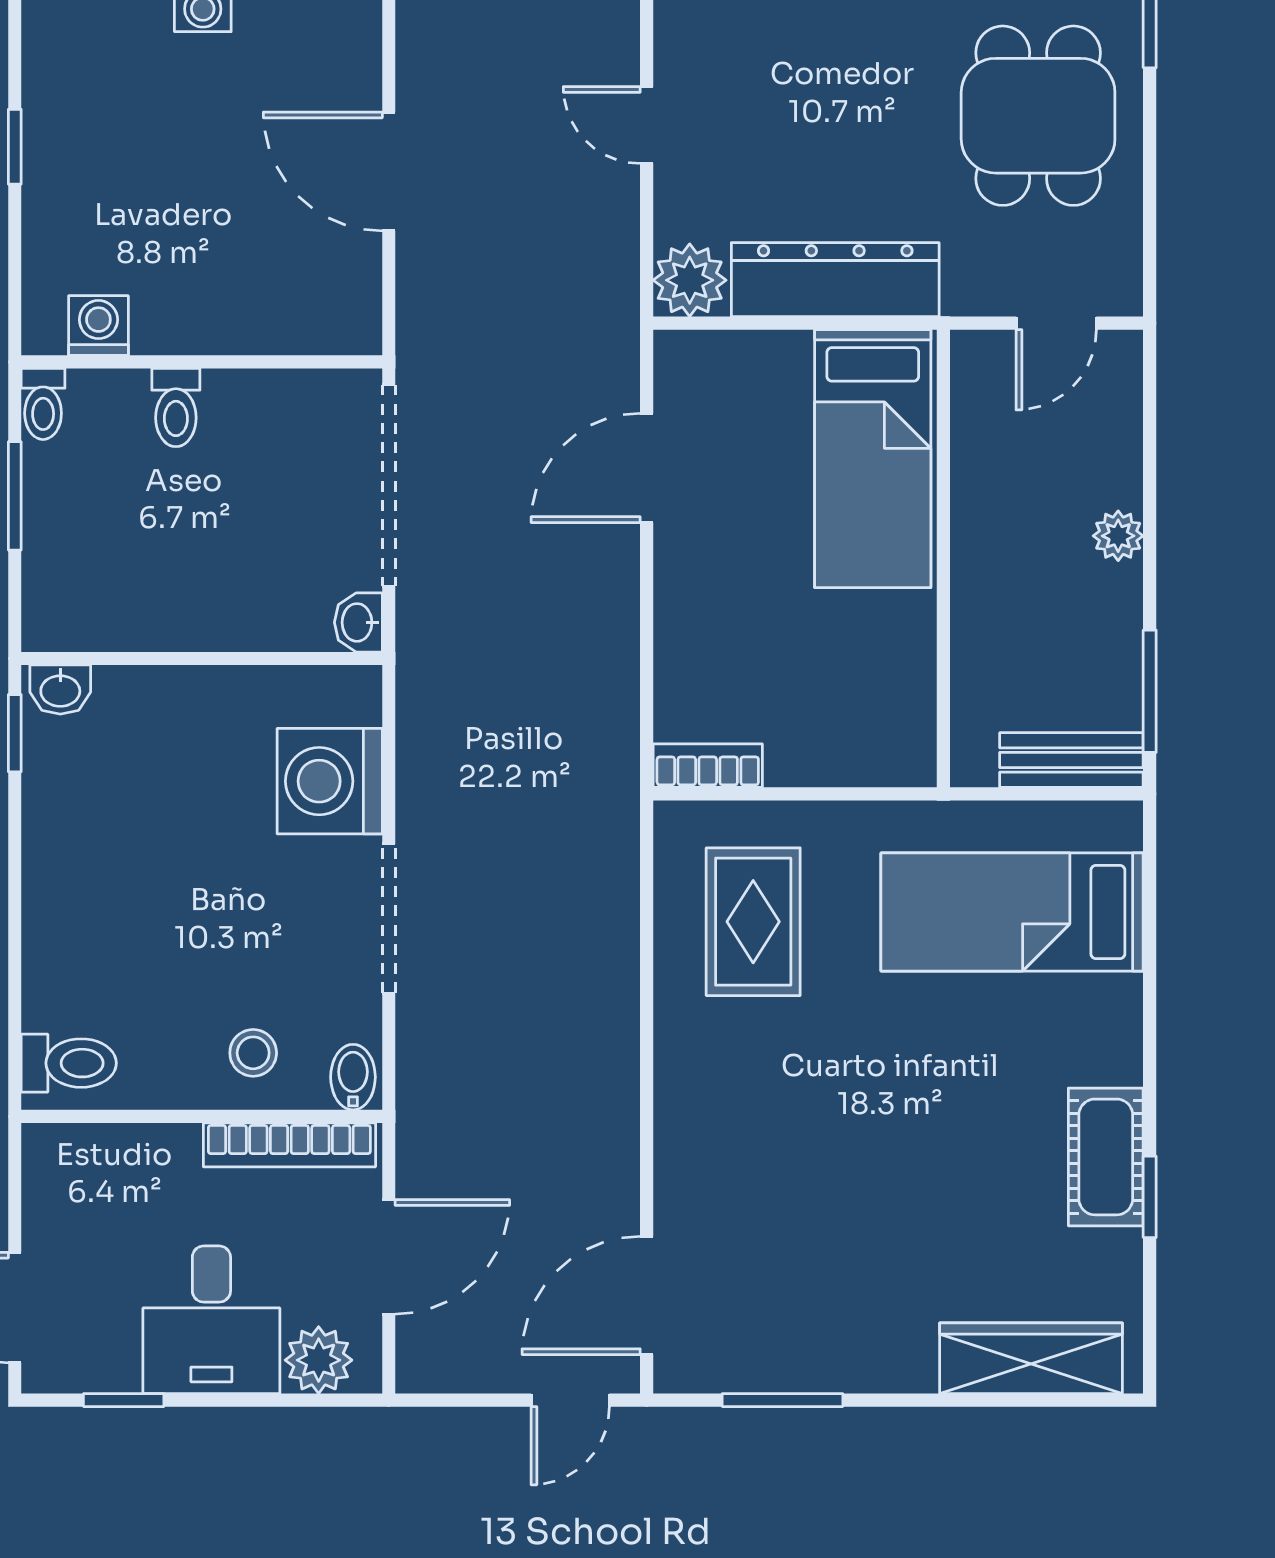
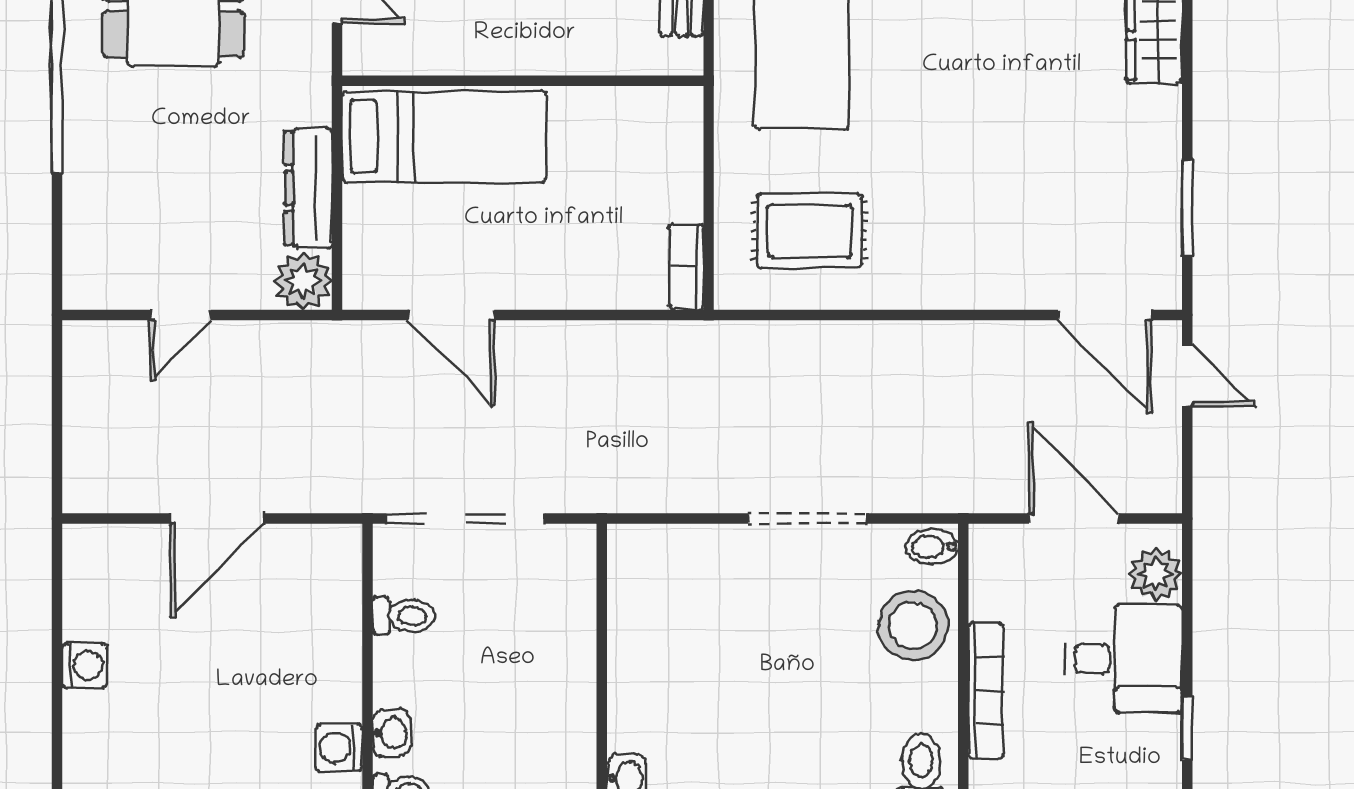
dresser: (835, 280) -> (308, 188), width x0.73, depth x0.80
toilet: (176, 407) -> (404, 616), moved
washbasin: (358, 622) -> (392, 733), moved, turned -90
washing machine: (330, 781) -> (699, 565), removed
stool: (253, 1053) -> (913, 626), width x1.89, depth x1.89
bookcase: (289, 1145) -> (986, 691), moved

